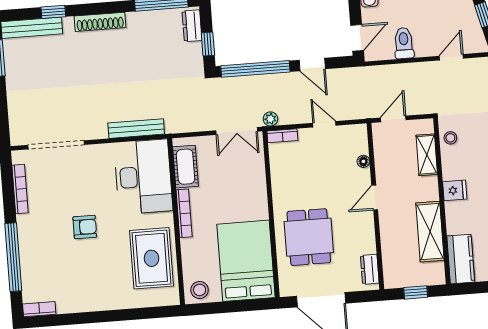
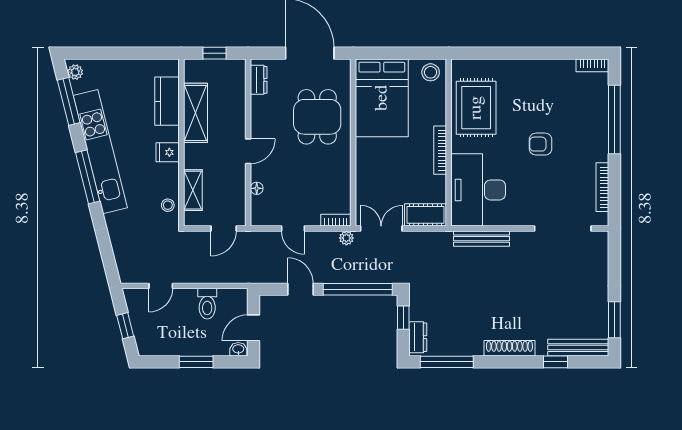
door: (357, 38) -> (254, 328), moved
cot: (186, 167) -> (426, 215), moved, turned 90
kitchen counter: (461, 259) -> (167, 101), moved

